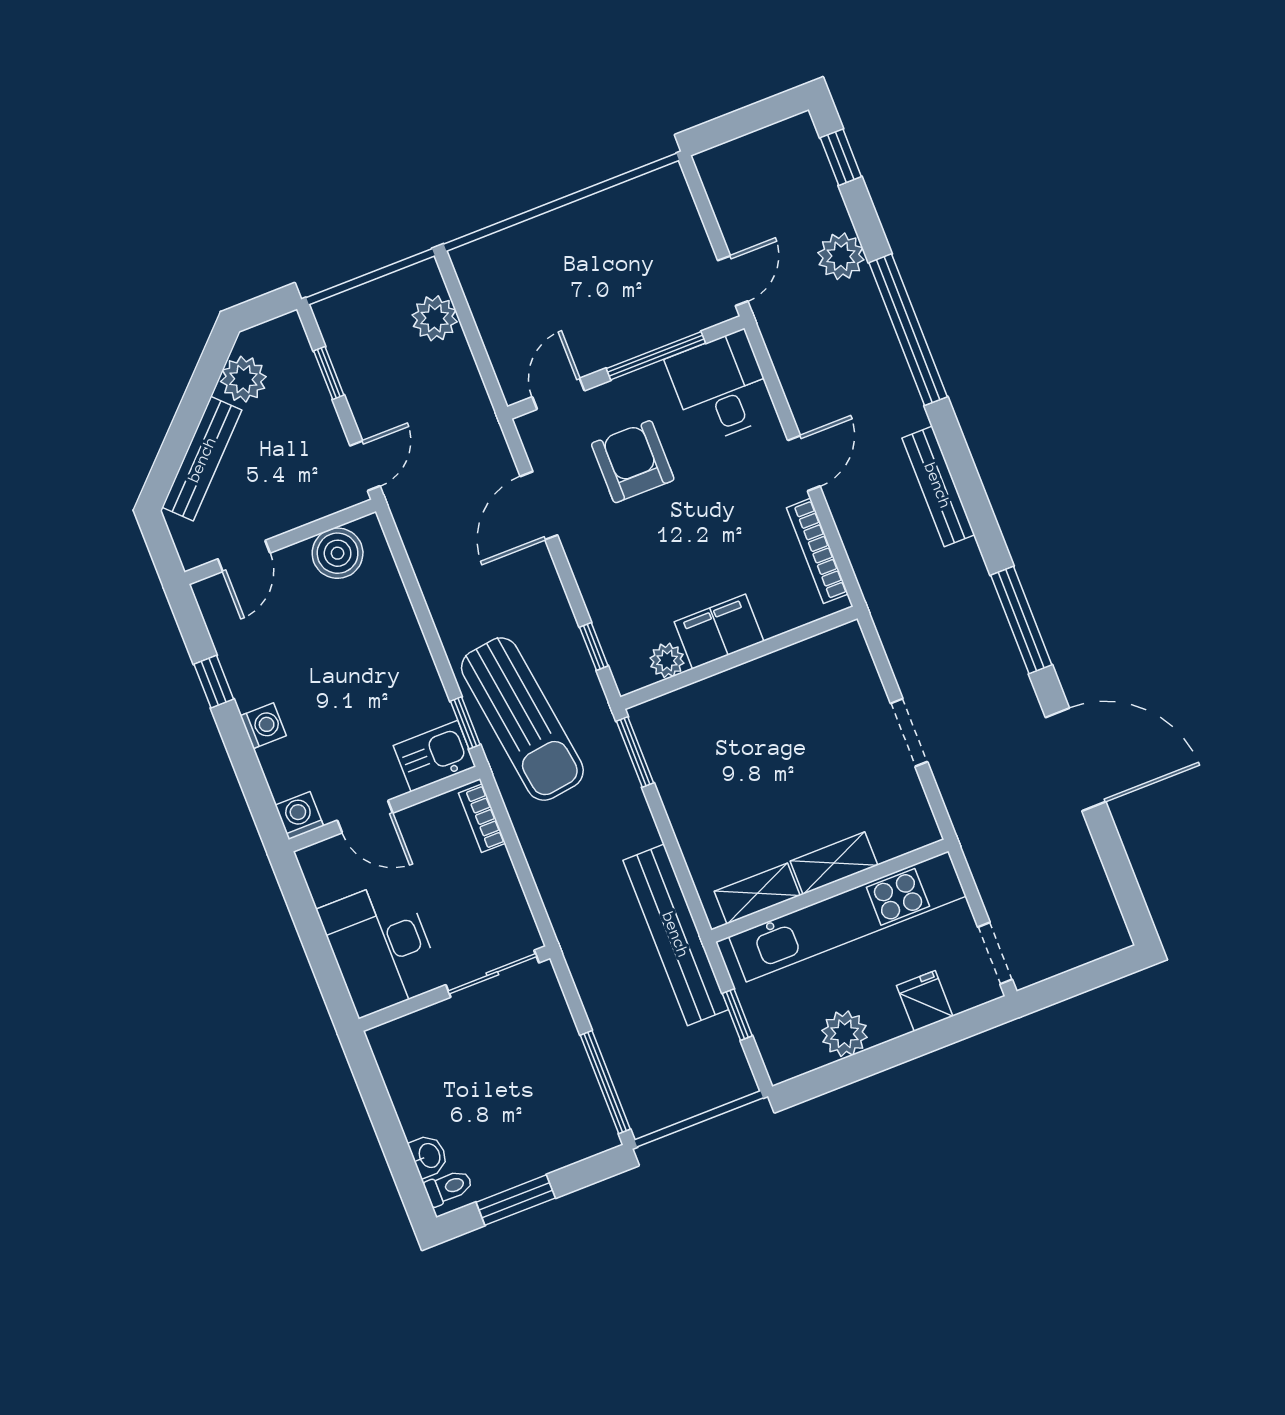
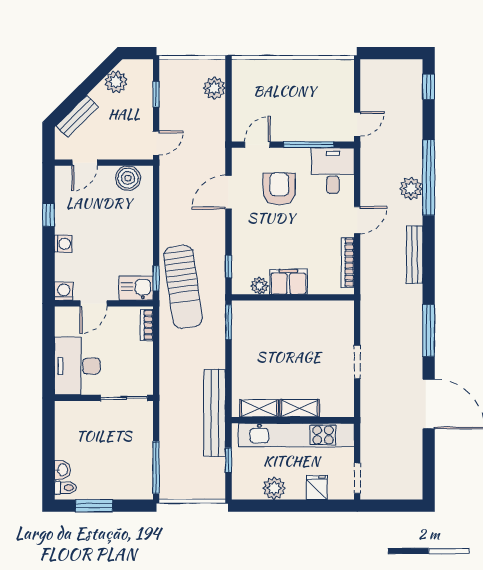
plant: (841, 256) -> (411, 189), moved
bench: (202, 459) -> (77, 116), width x0.73
door: (365, 817) -> (94, 303), hinge flipped

